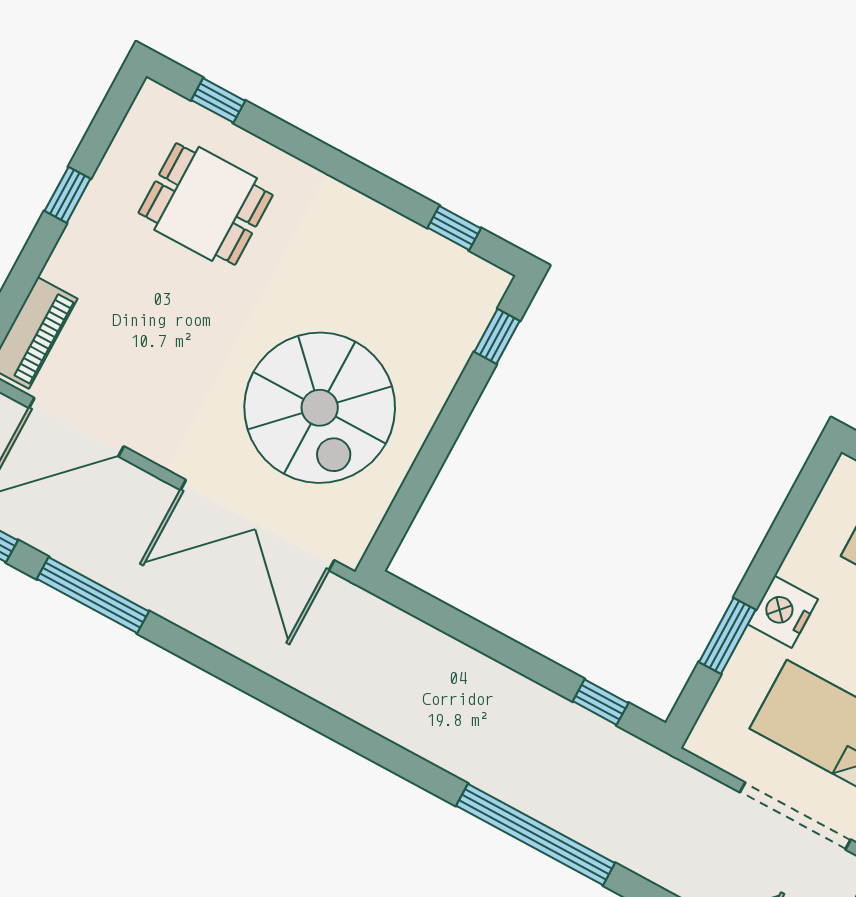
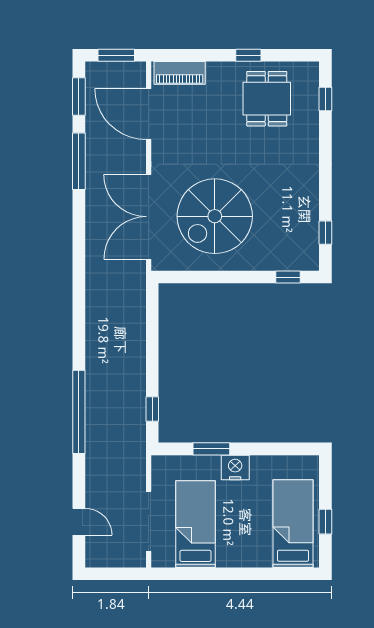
dining table: (206, 204) -> (267, 99), moved

